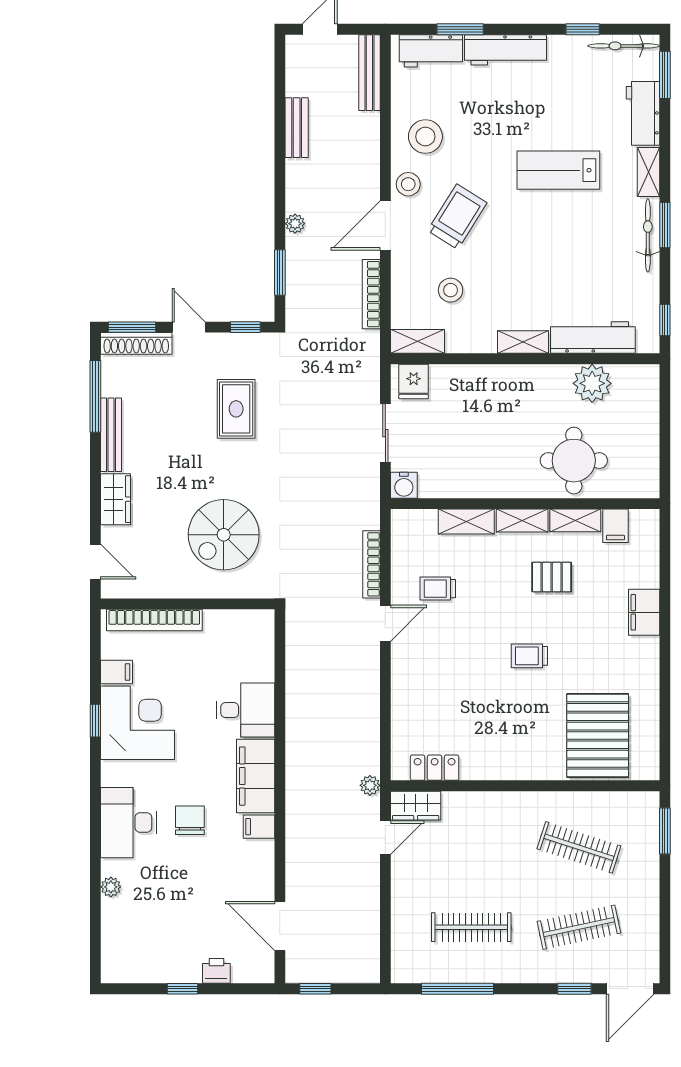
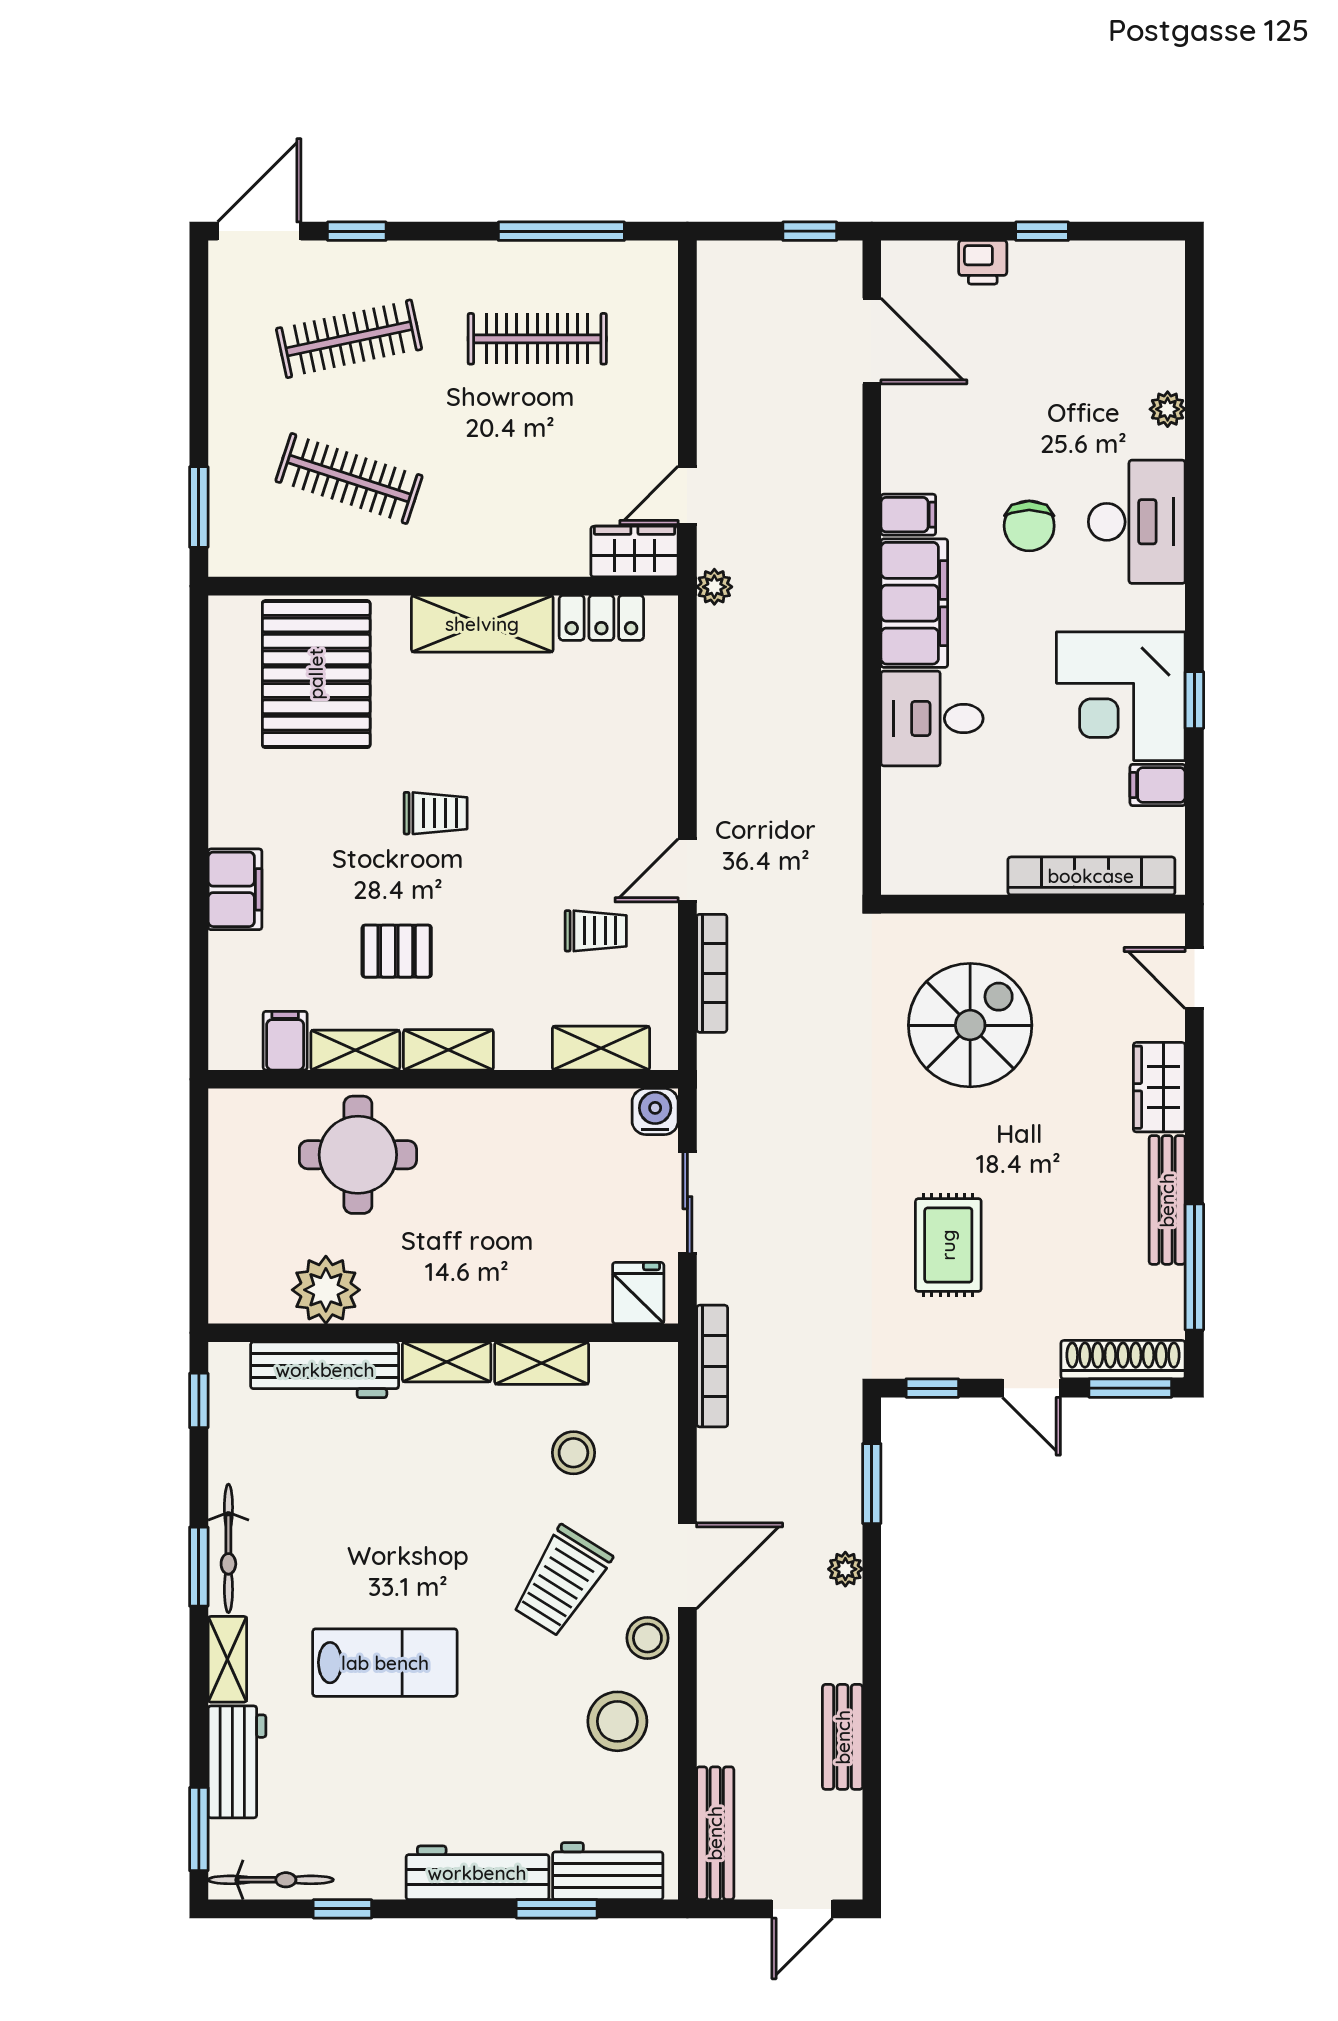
bookcase: (371, 294) -> (712, 1366), moved
shelving: (418, 341) -> (542, 1363), moved
shelving: (466, 522) -> (601, 1048), moved
shelving: (503, 764) -> (482, 624), added

